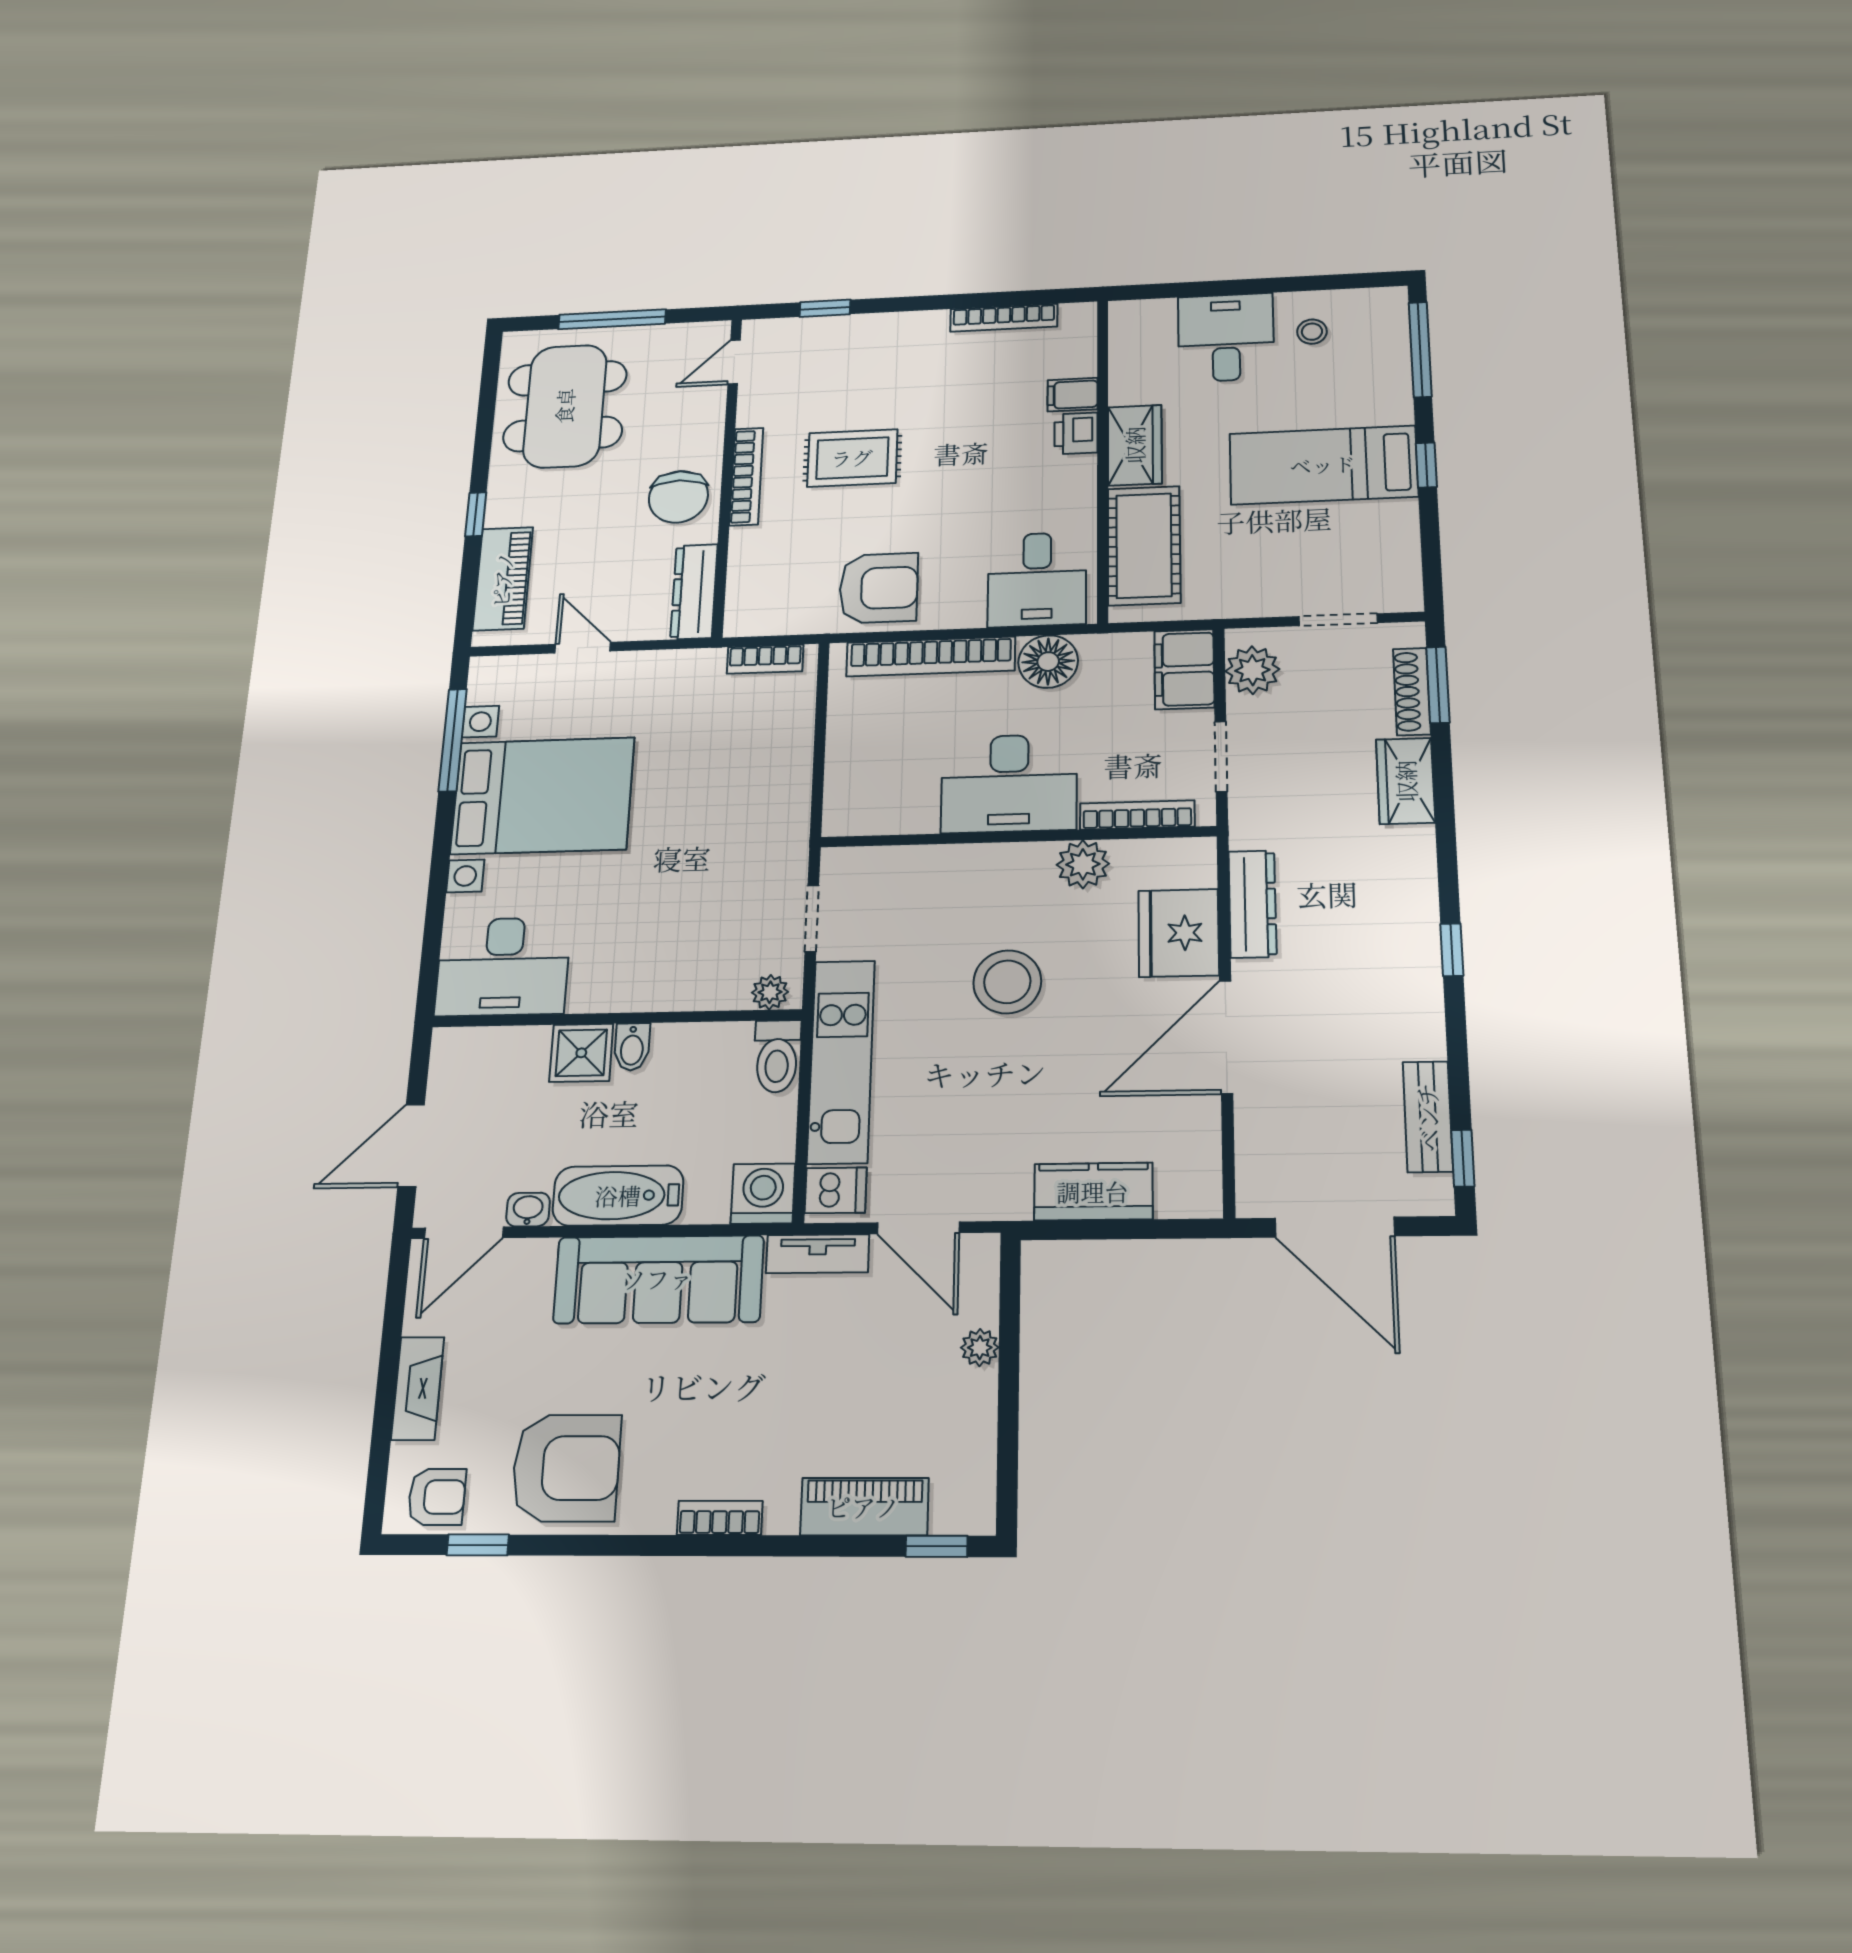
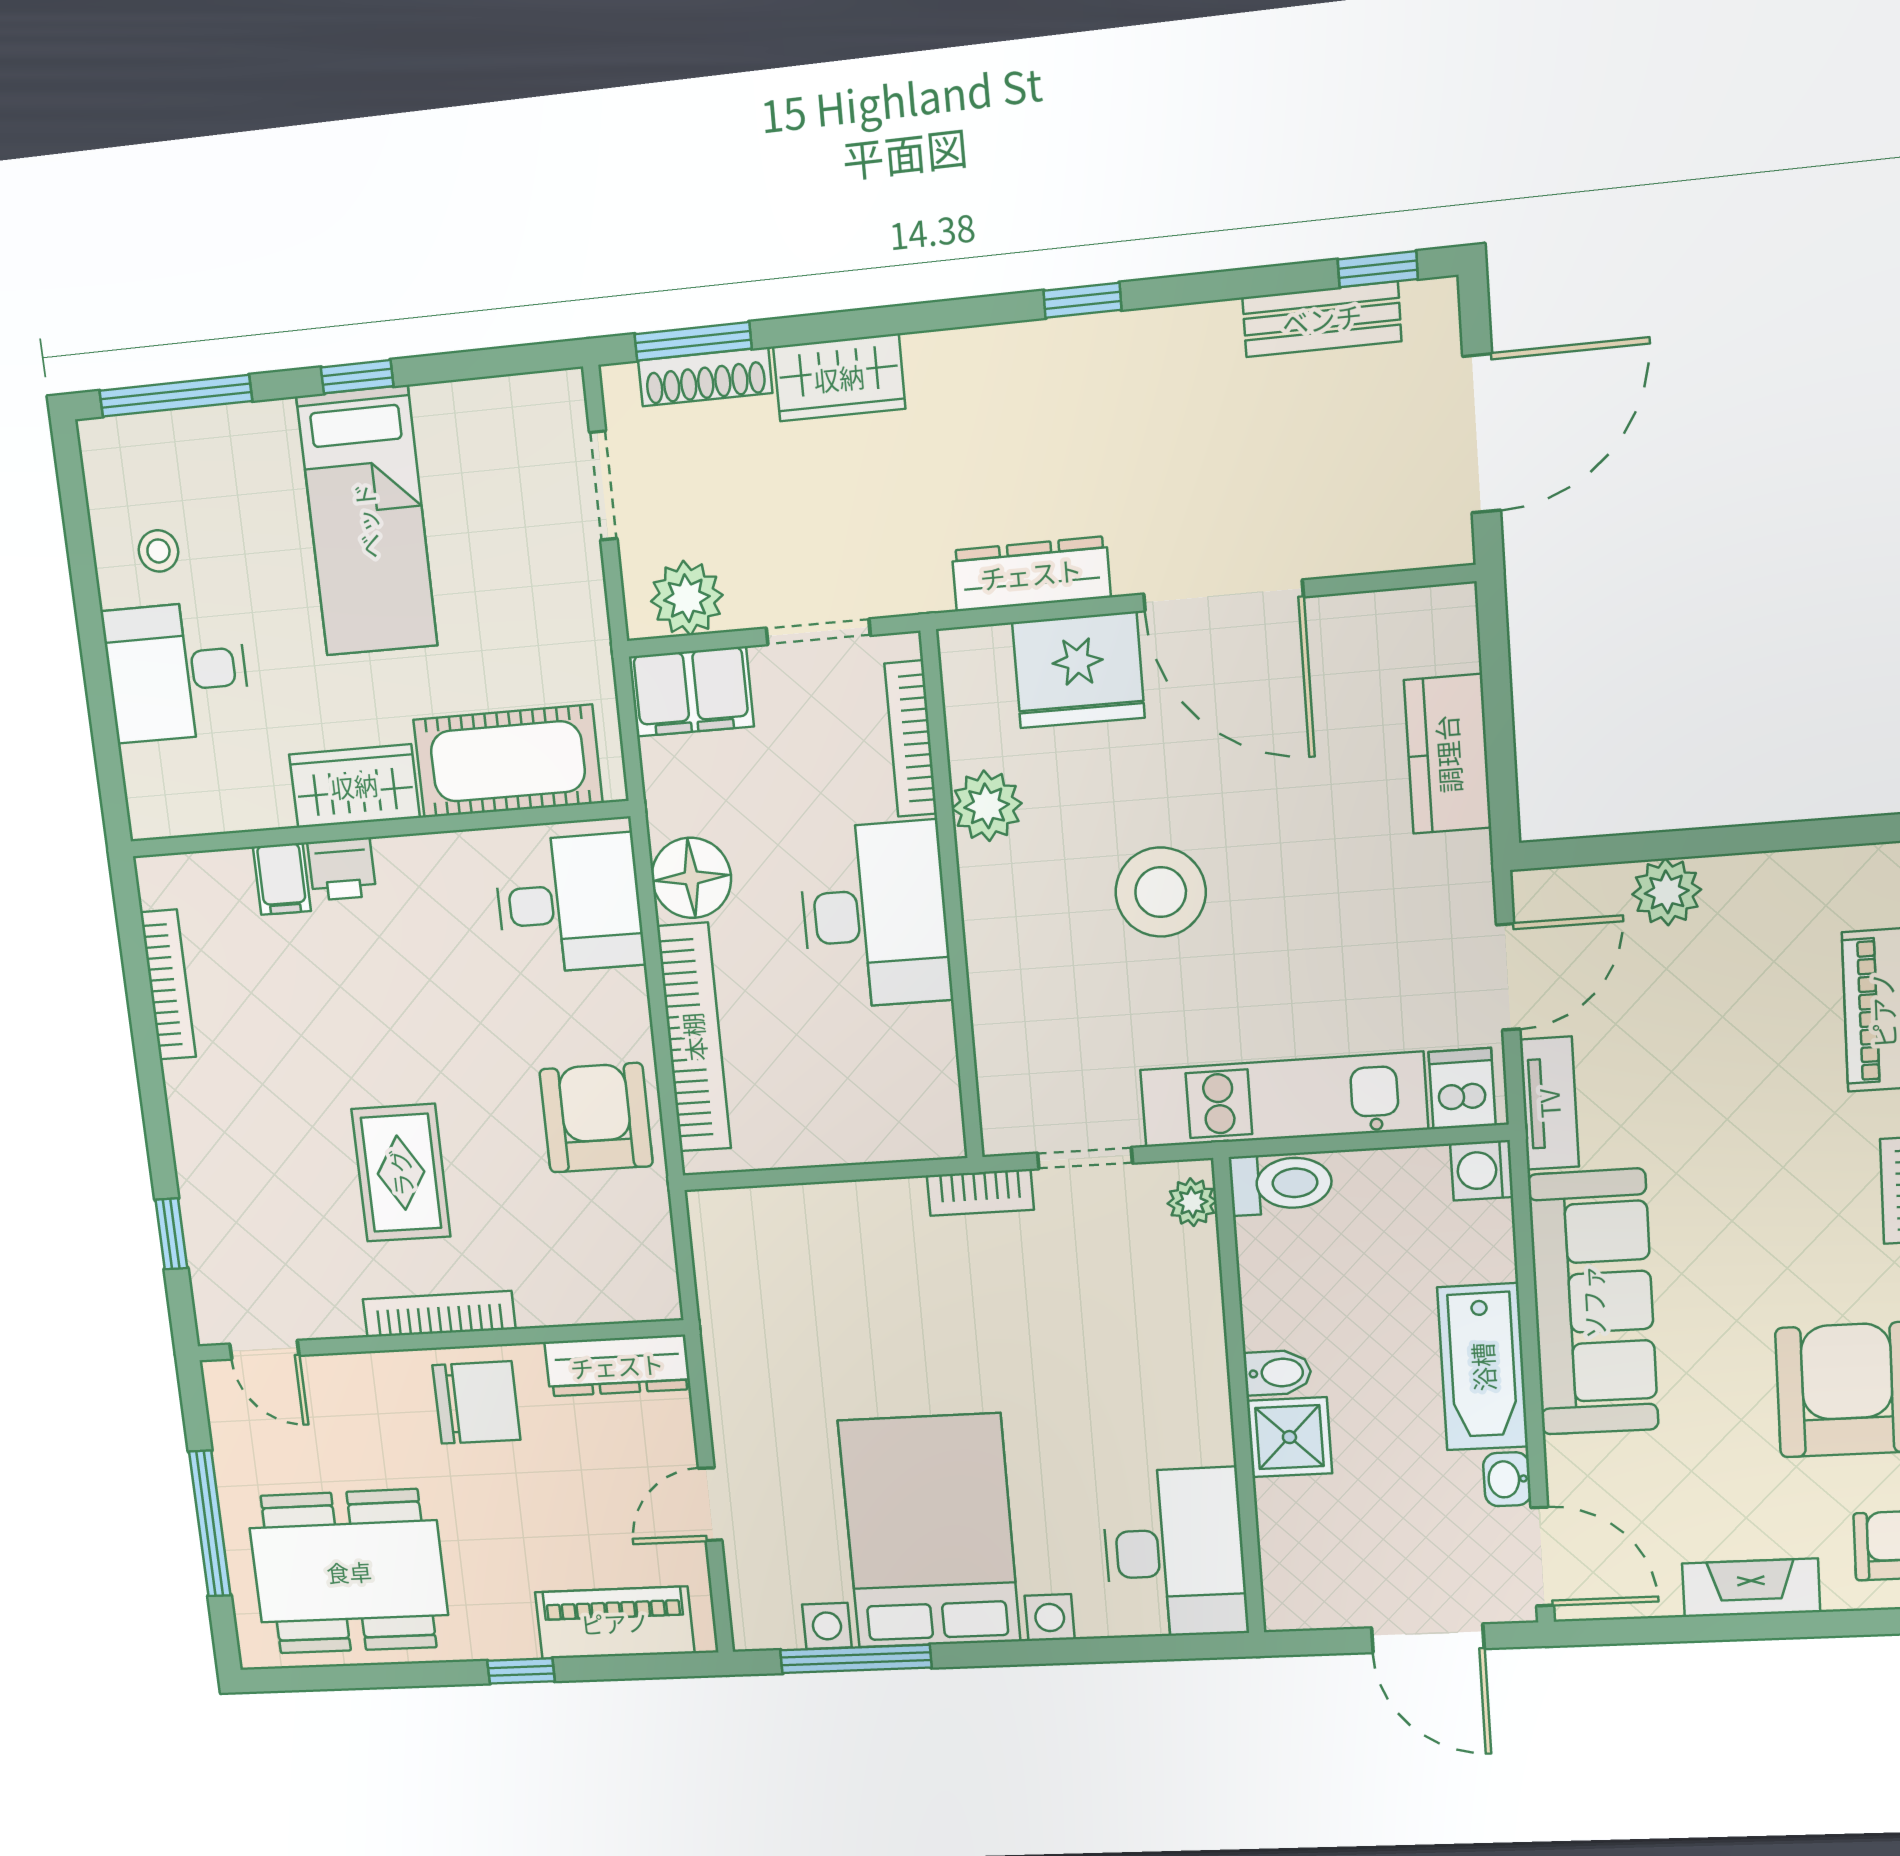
bookcase: (765, 659) -> (980, 1193), moved, turned 90
washing machine: (763, 1194) -> (1482, 1170), width x0.73, depth x0.73
plant: (980, 1348) -> (1667, 892), width x1.38, depth x1.38

